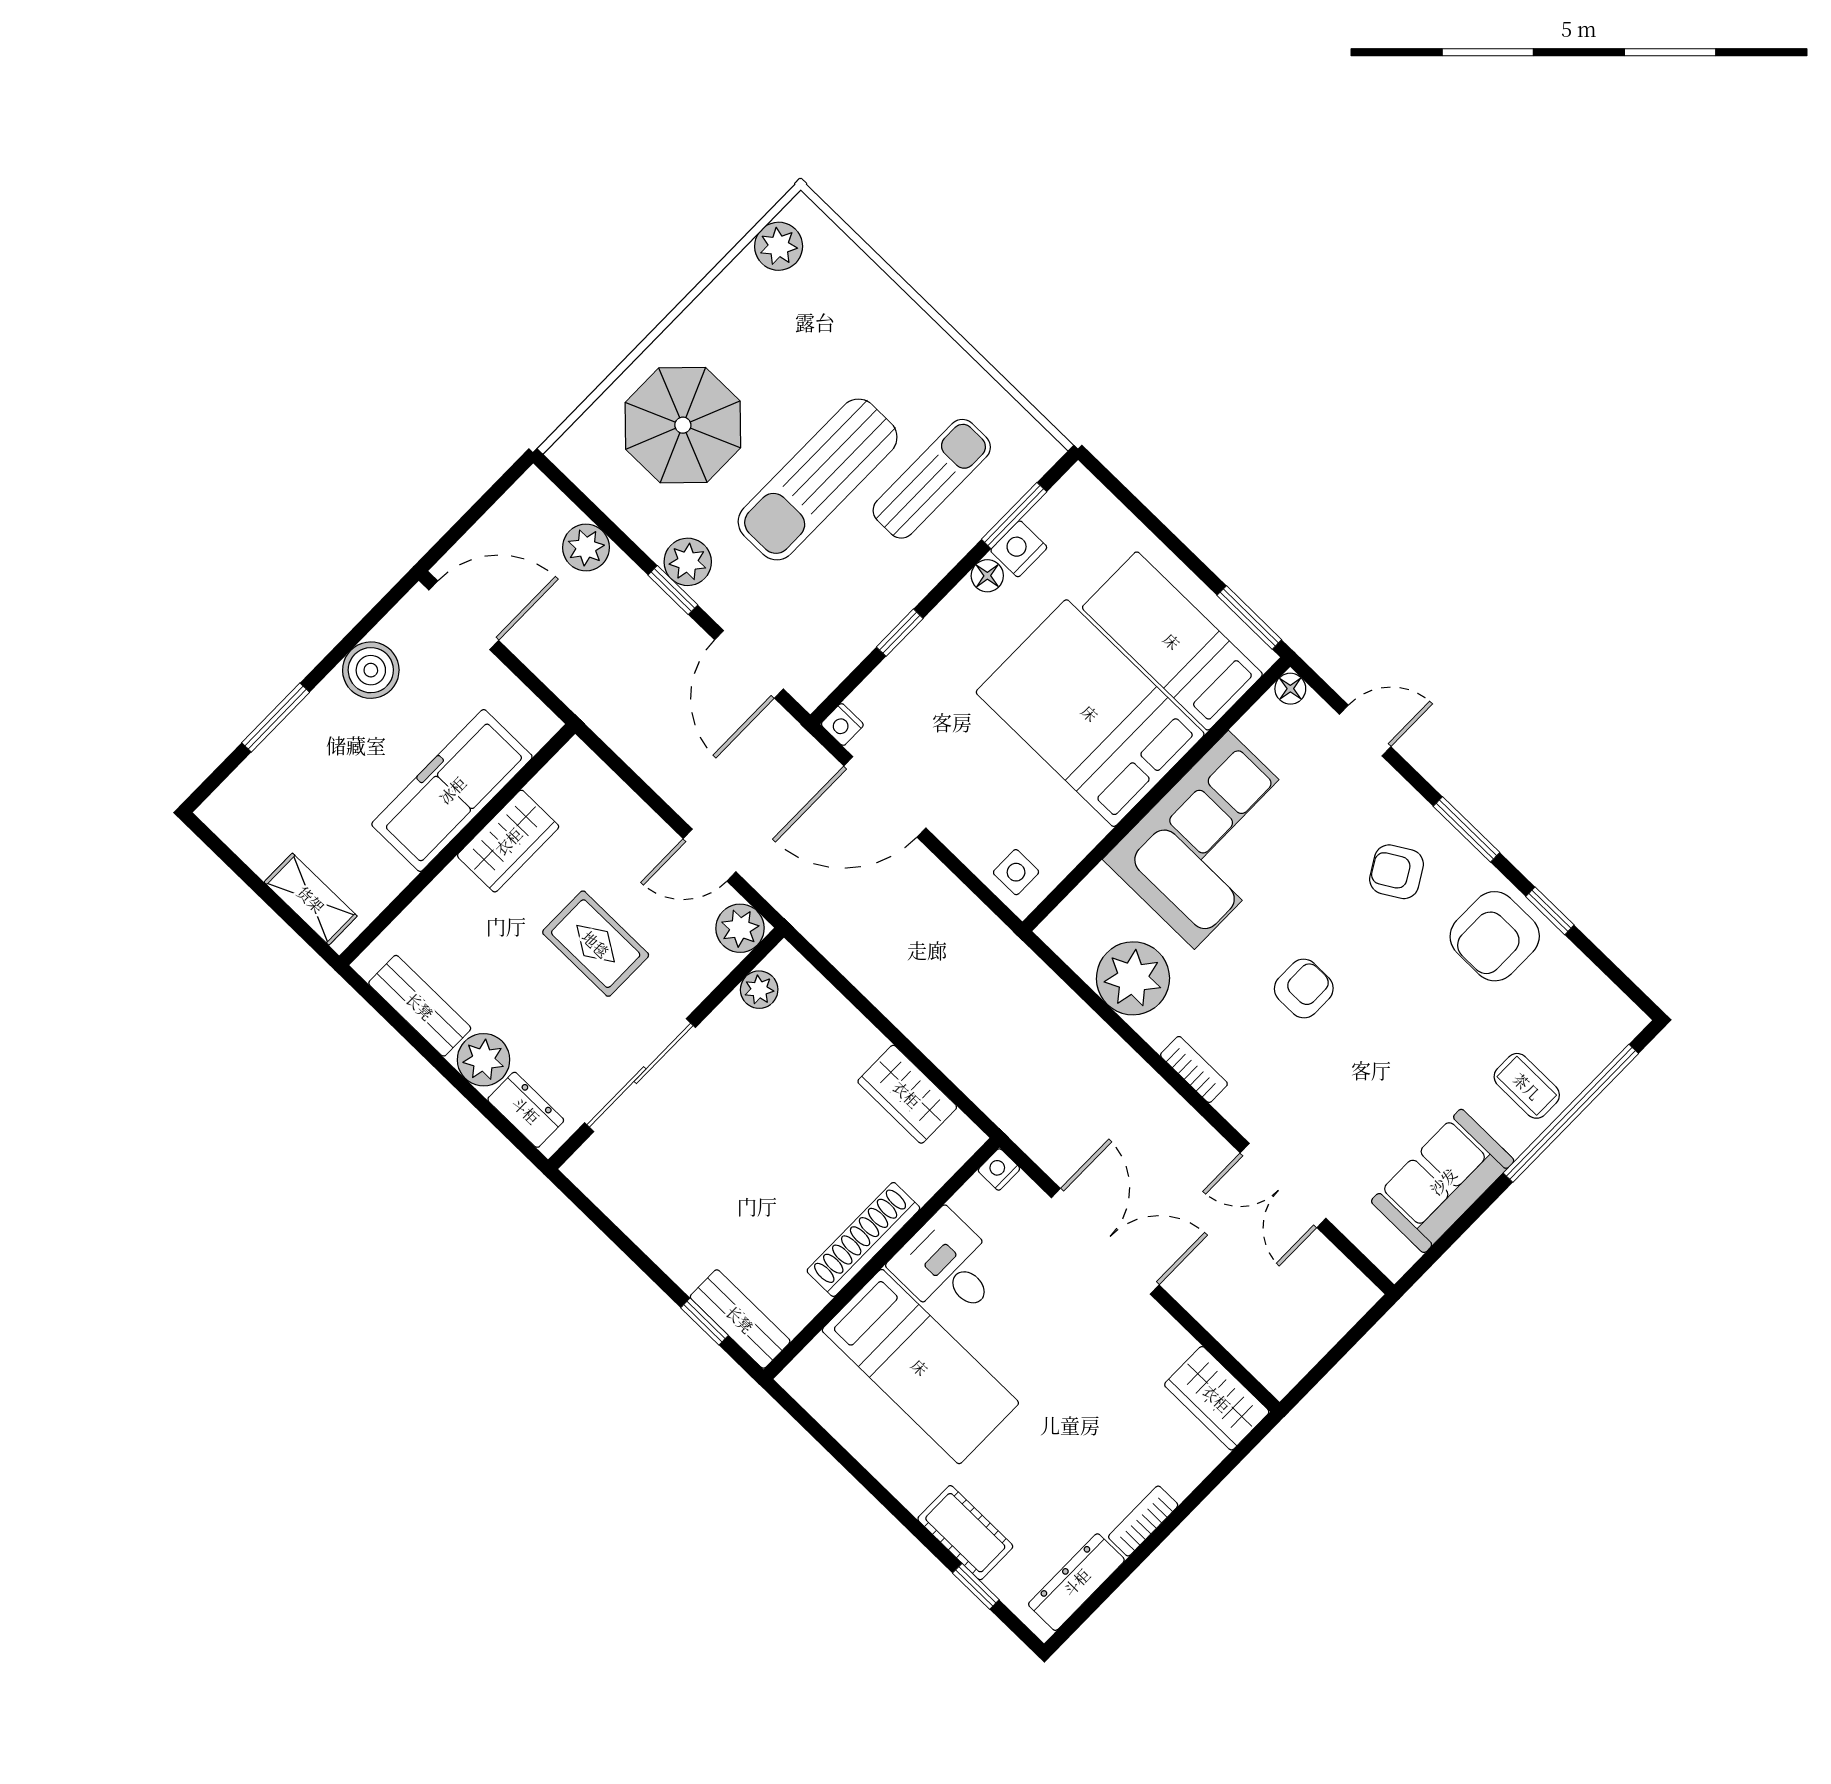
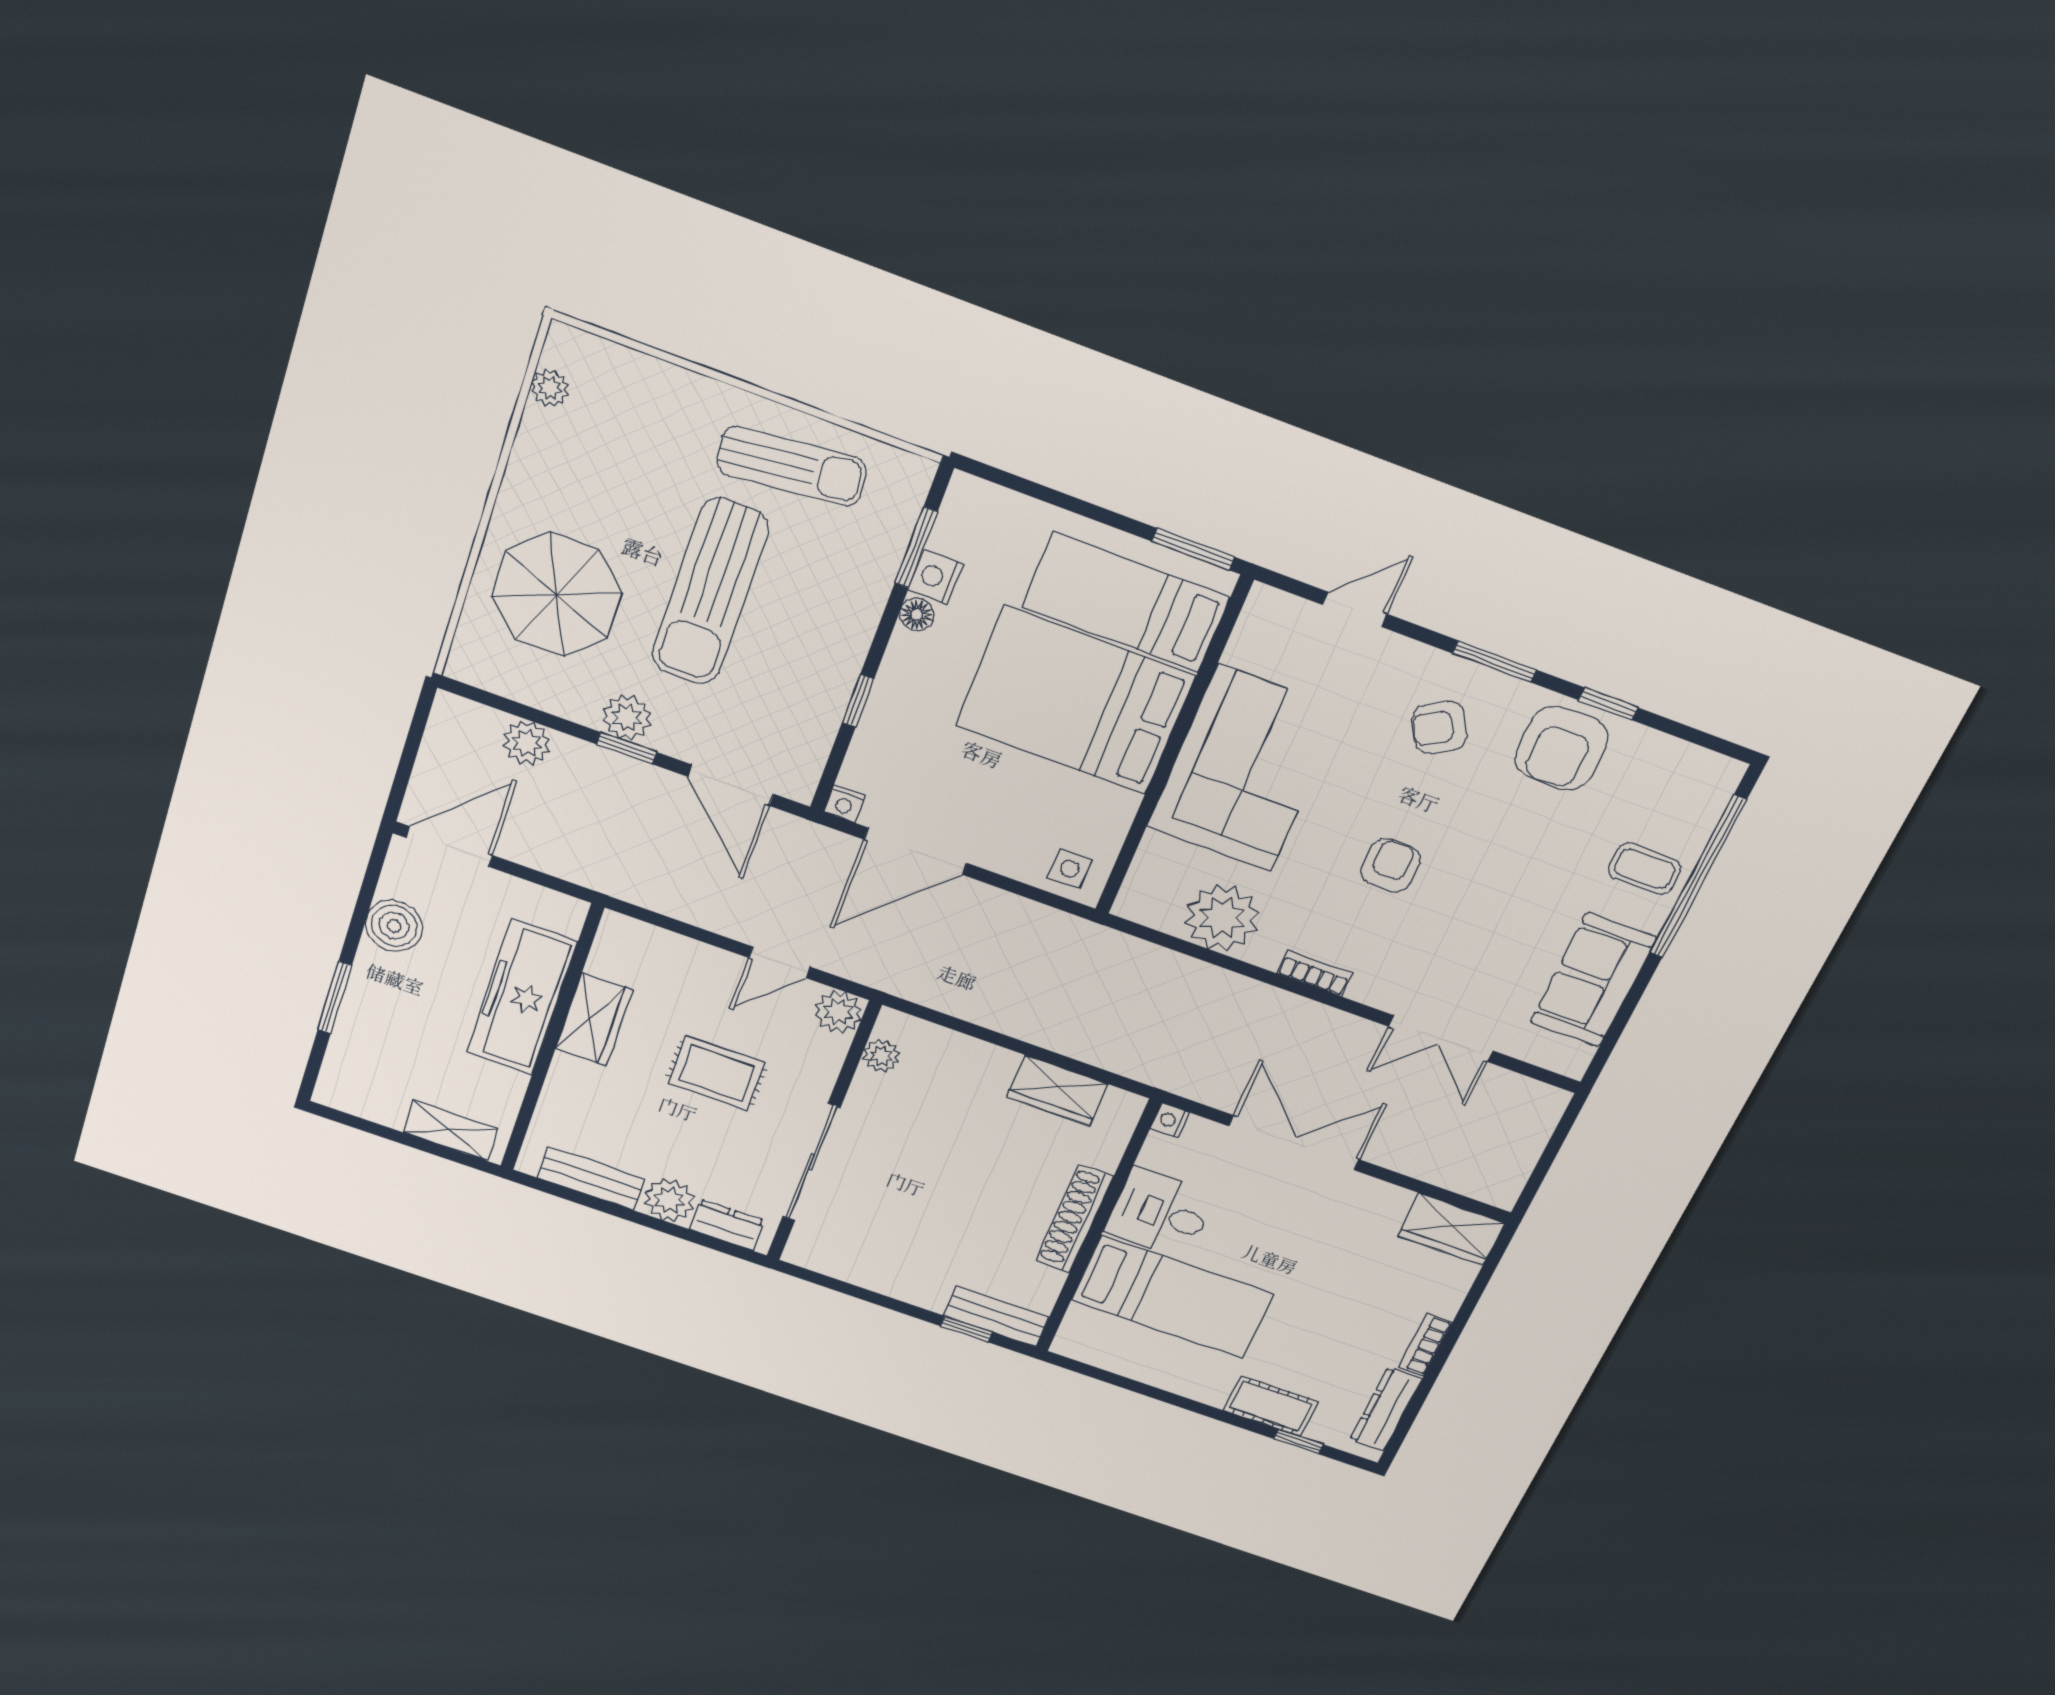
plant: (779, 246) -> (550, 388), width x0.73, depth x0.73
sun lounger: (932, 479) -> (792, 466), moved, turned 84
floor lamp: (1290, 689) -> (1263, 600), removed

